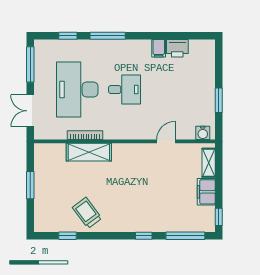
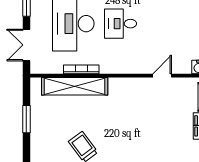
desk: (125, 90) -> (121, 24), turned 180
shelving: (89, 152) -> (75, 86), width x1.47

